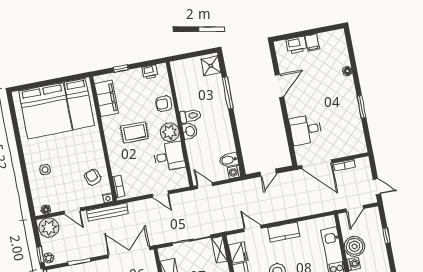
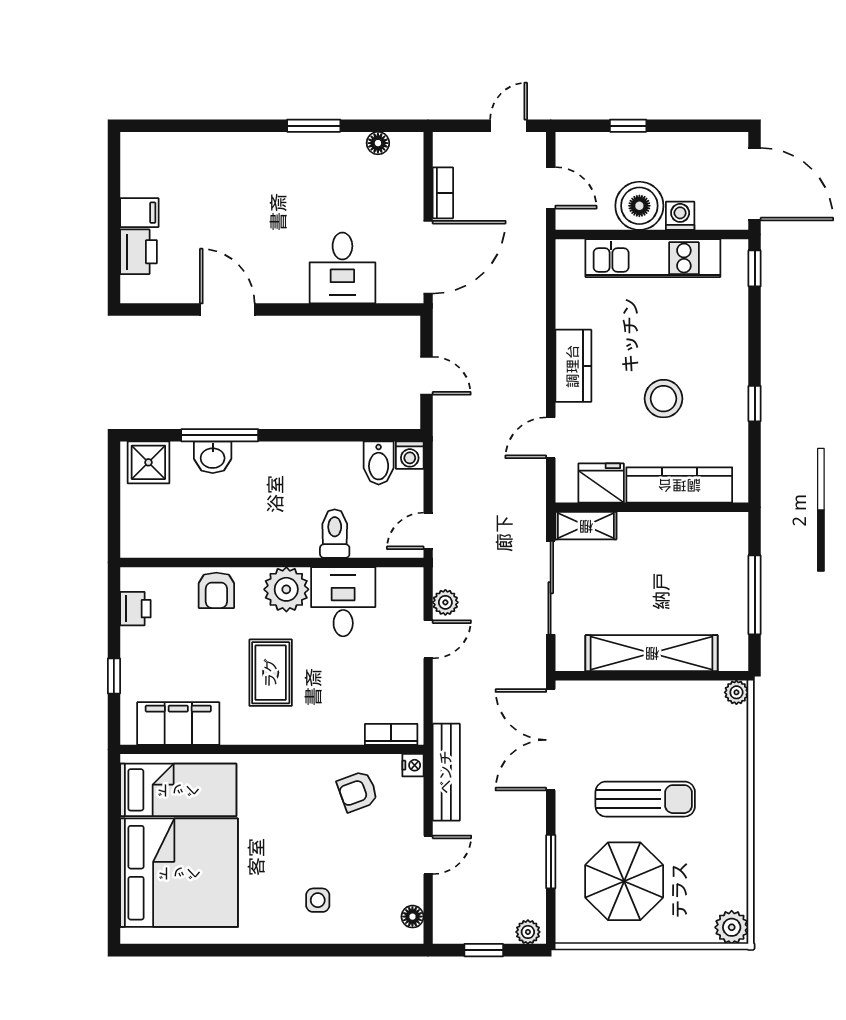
floor lamp: (347, 71) -> (378, 143), moved
toilet: (190, 116) -> (335, 534), moved
washbasin: (190, 131) -> (213, 457), moved, turned 180
plant: (49, 228) -> (445, 602), moved, width x0.53, depth x0.53
window: (40, 255) -> (484, 950), moved

